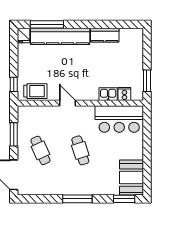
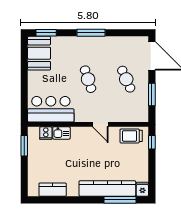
kitchen counter: (105, 35) -> (53, 190), moved

